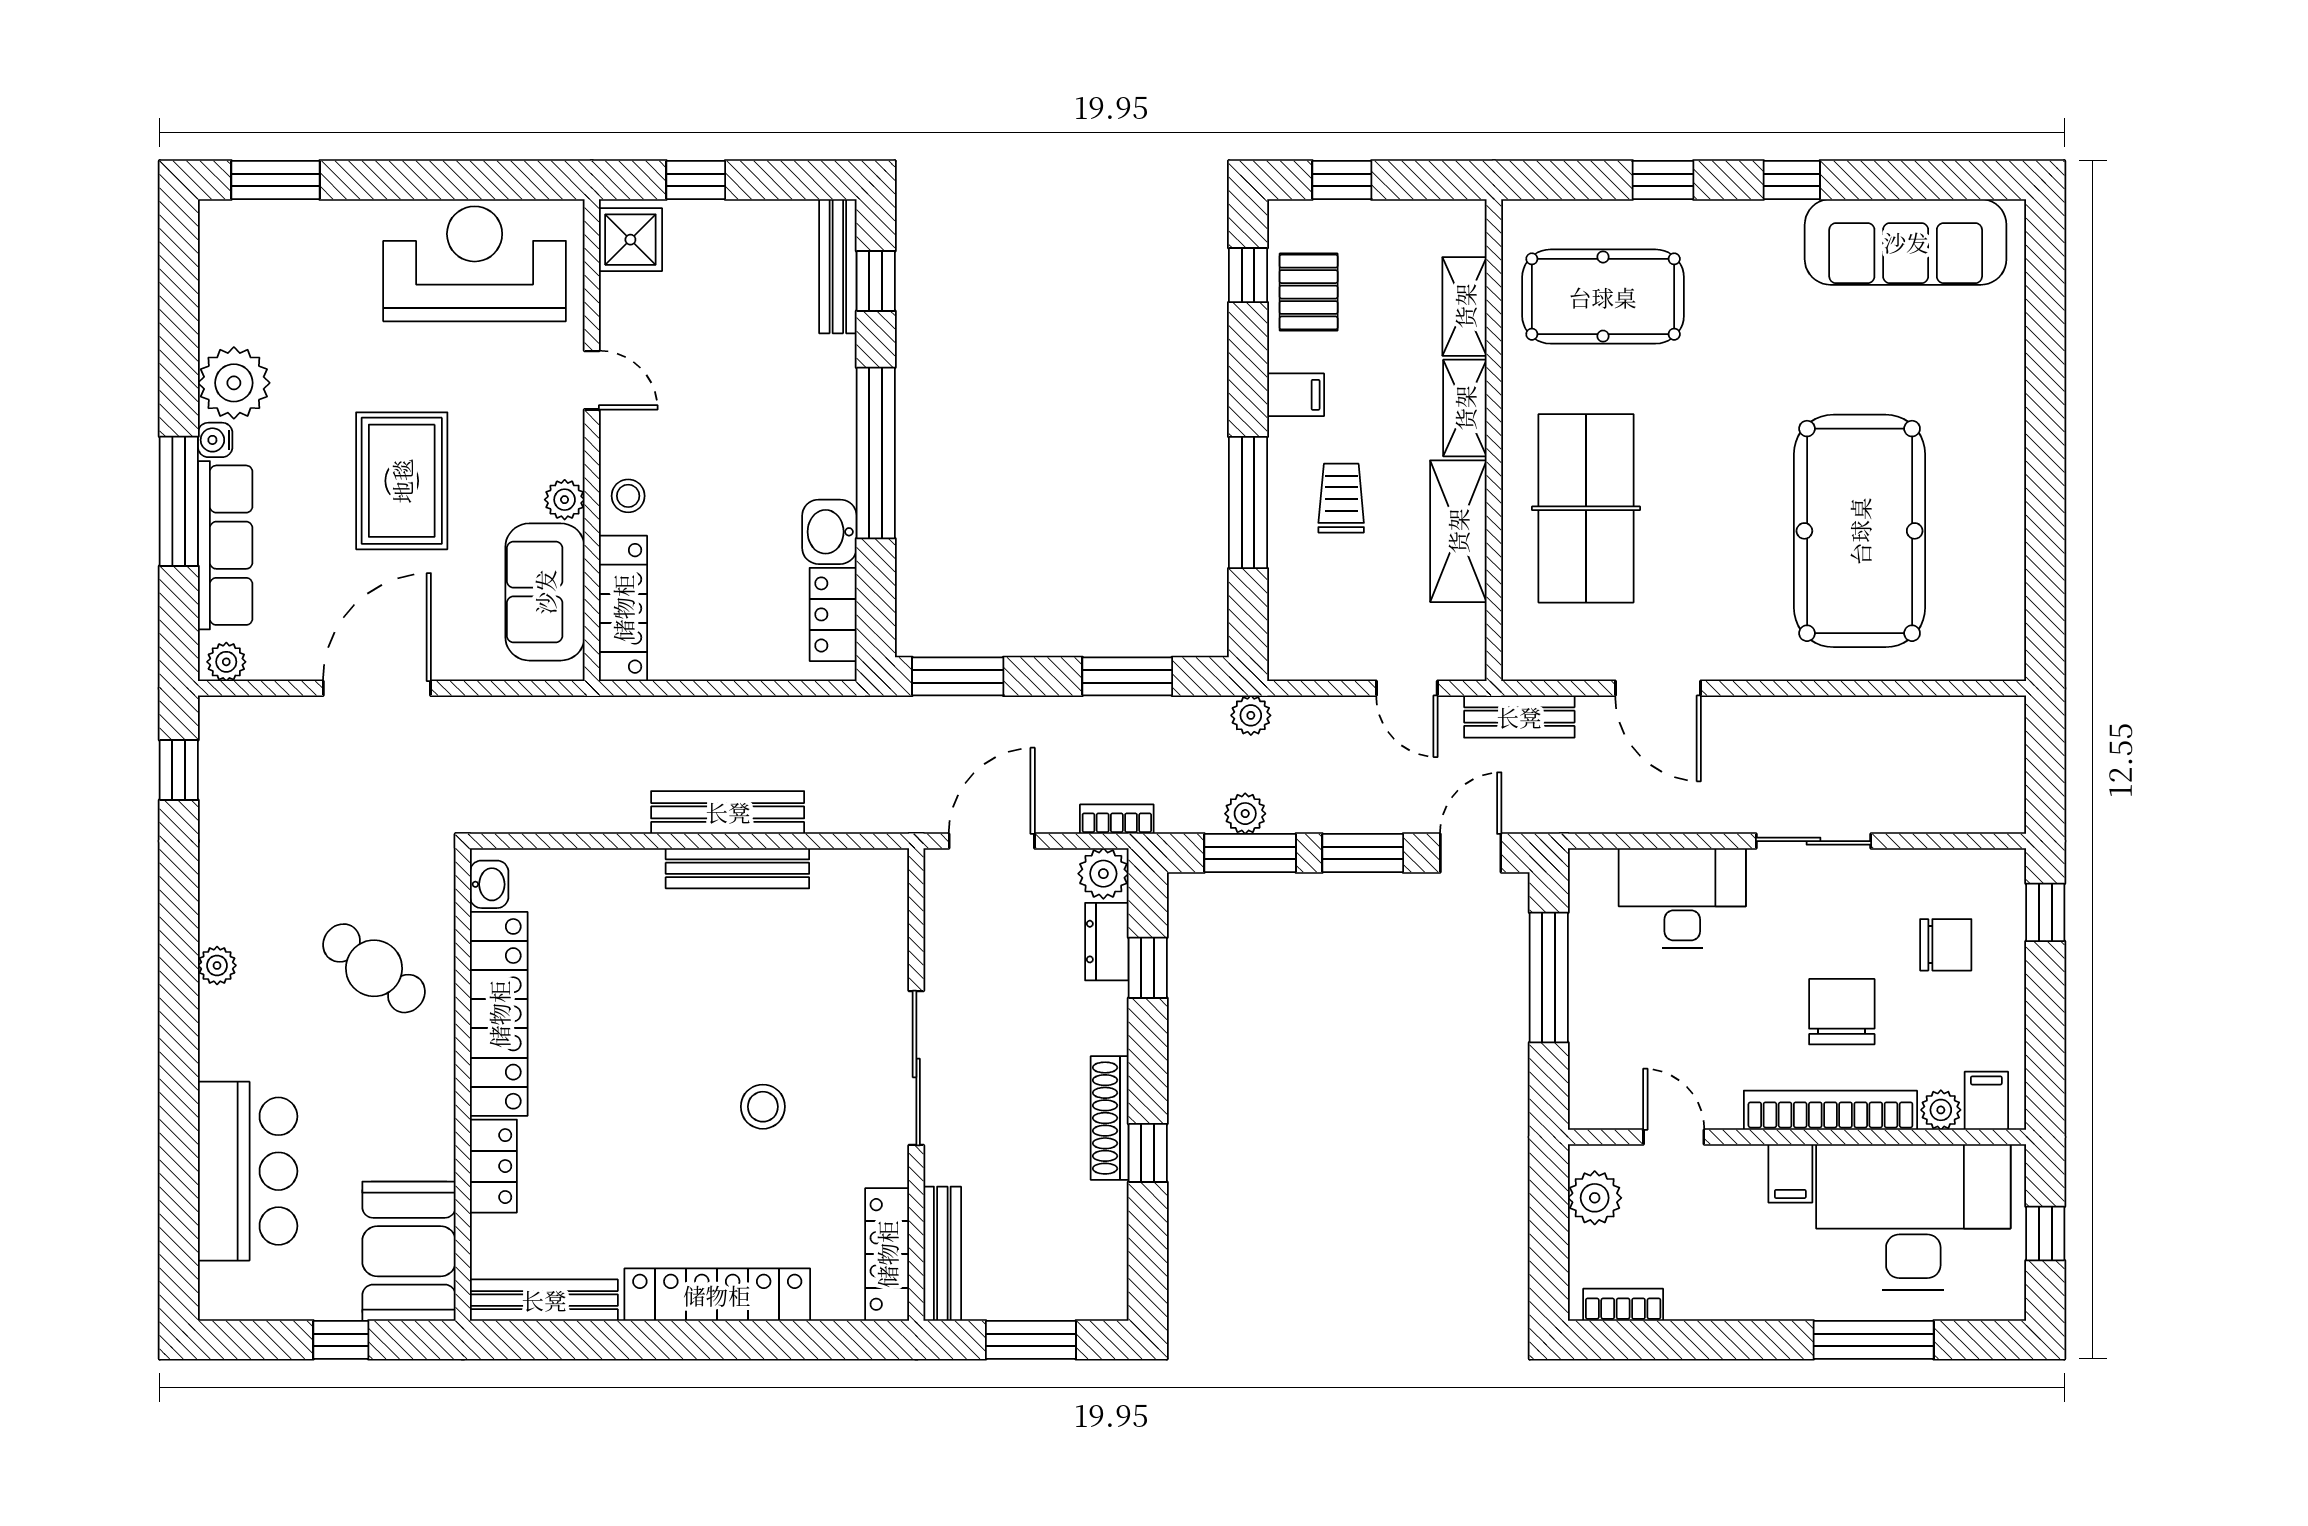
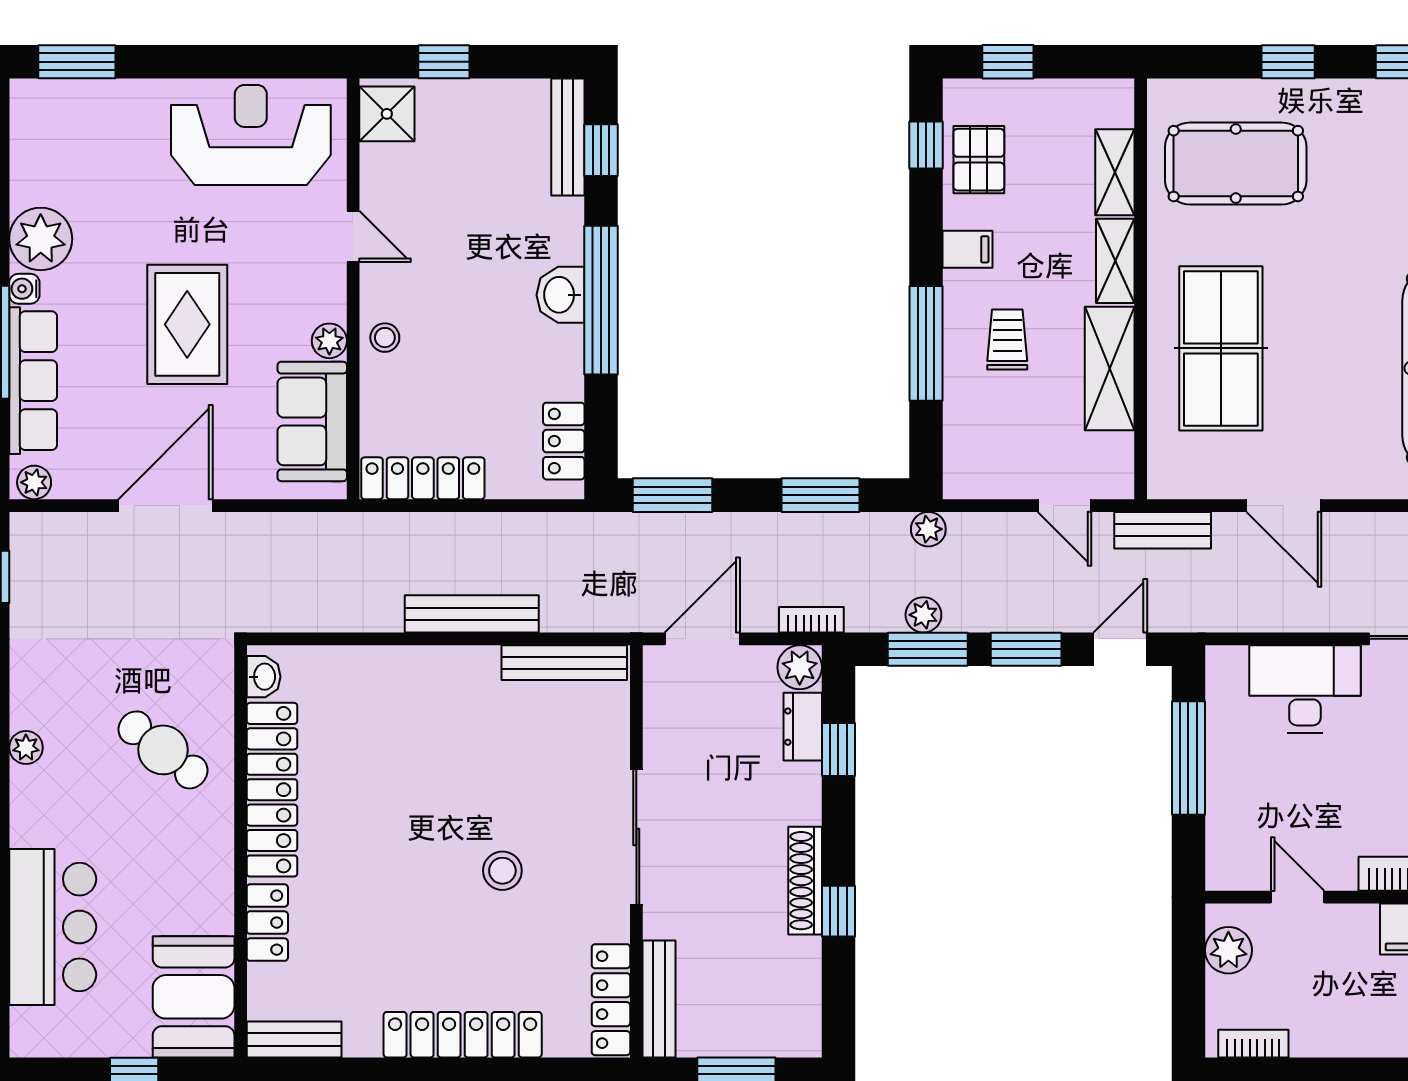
washbasin: (829, 532) -> (560, 295), moved
locker: (623, 608) -> (423, 478), moved, turned -90
bench: (737, 868) -> (564, 663), moved
bench: (544, 1300) -> (294, 1040), width x0.73

